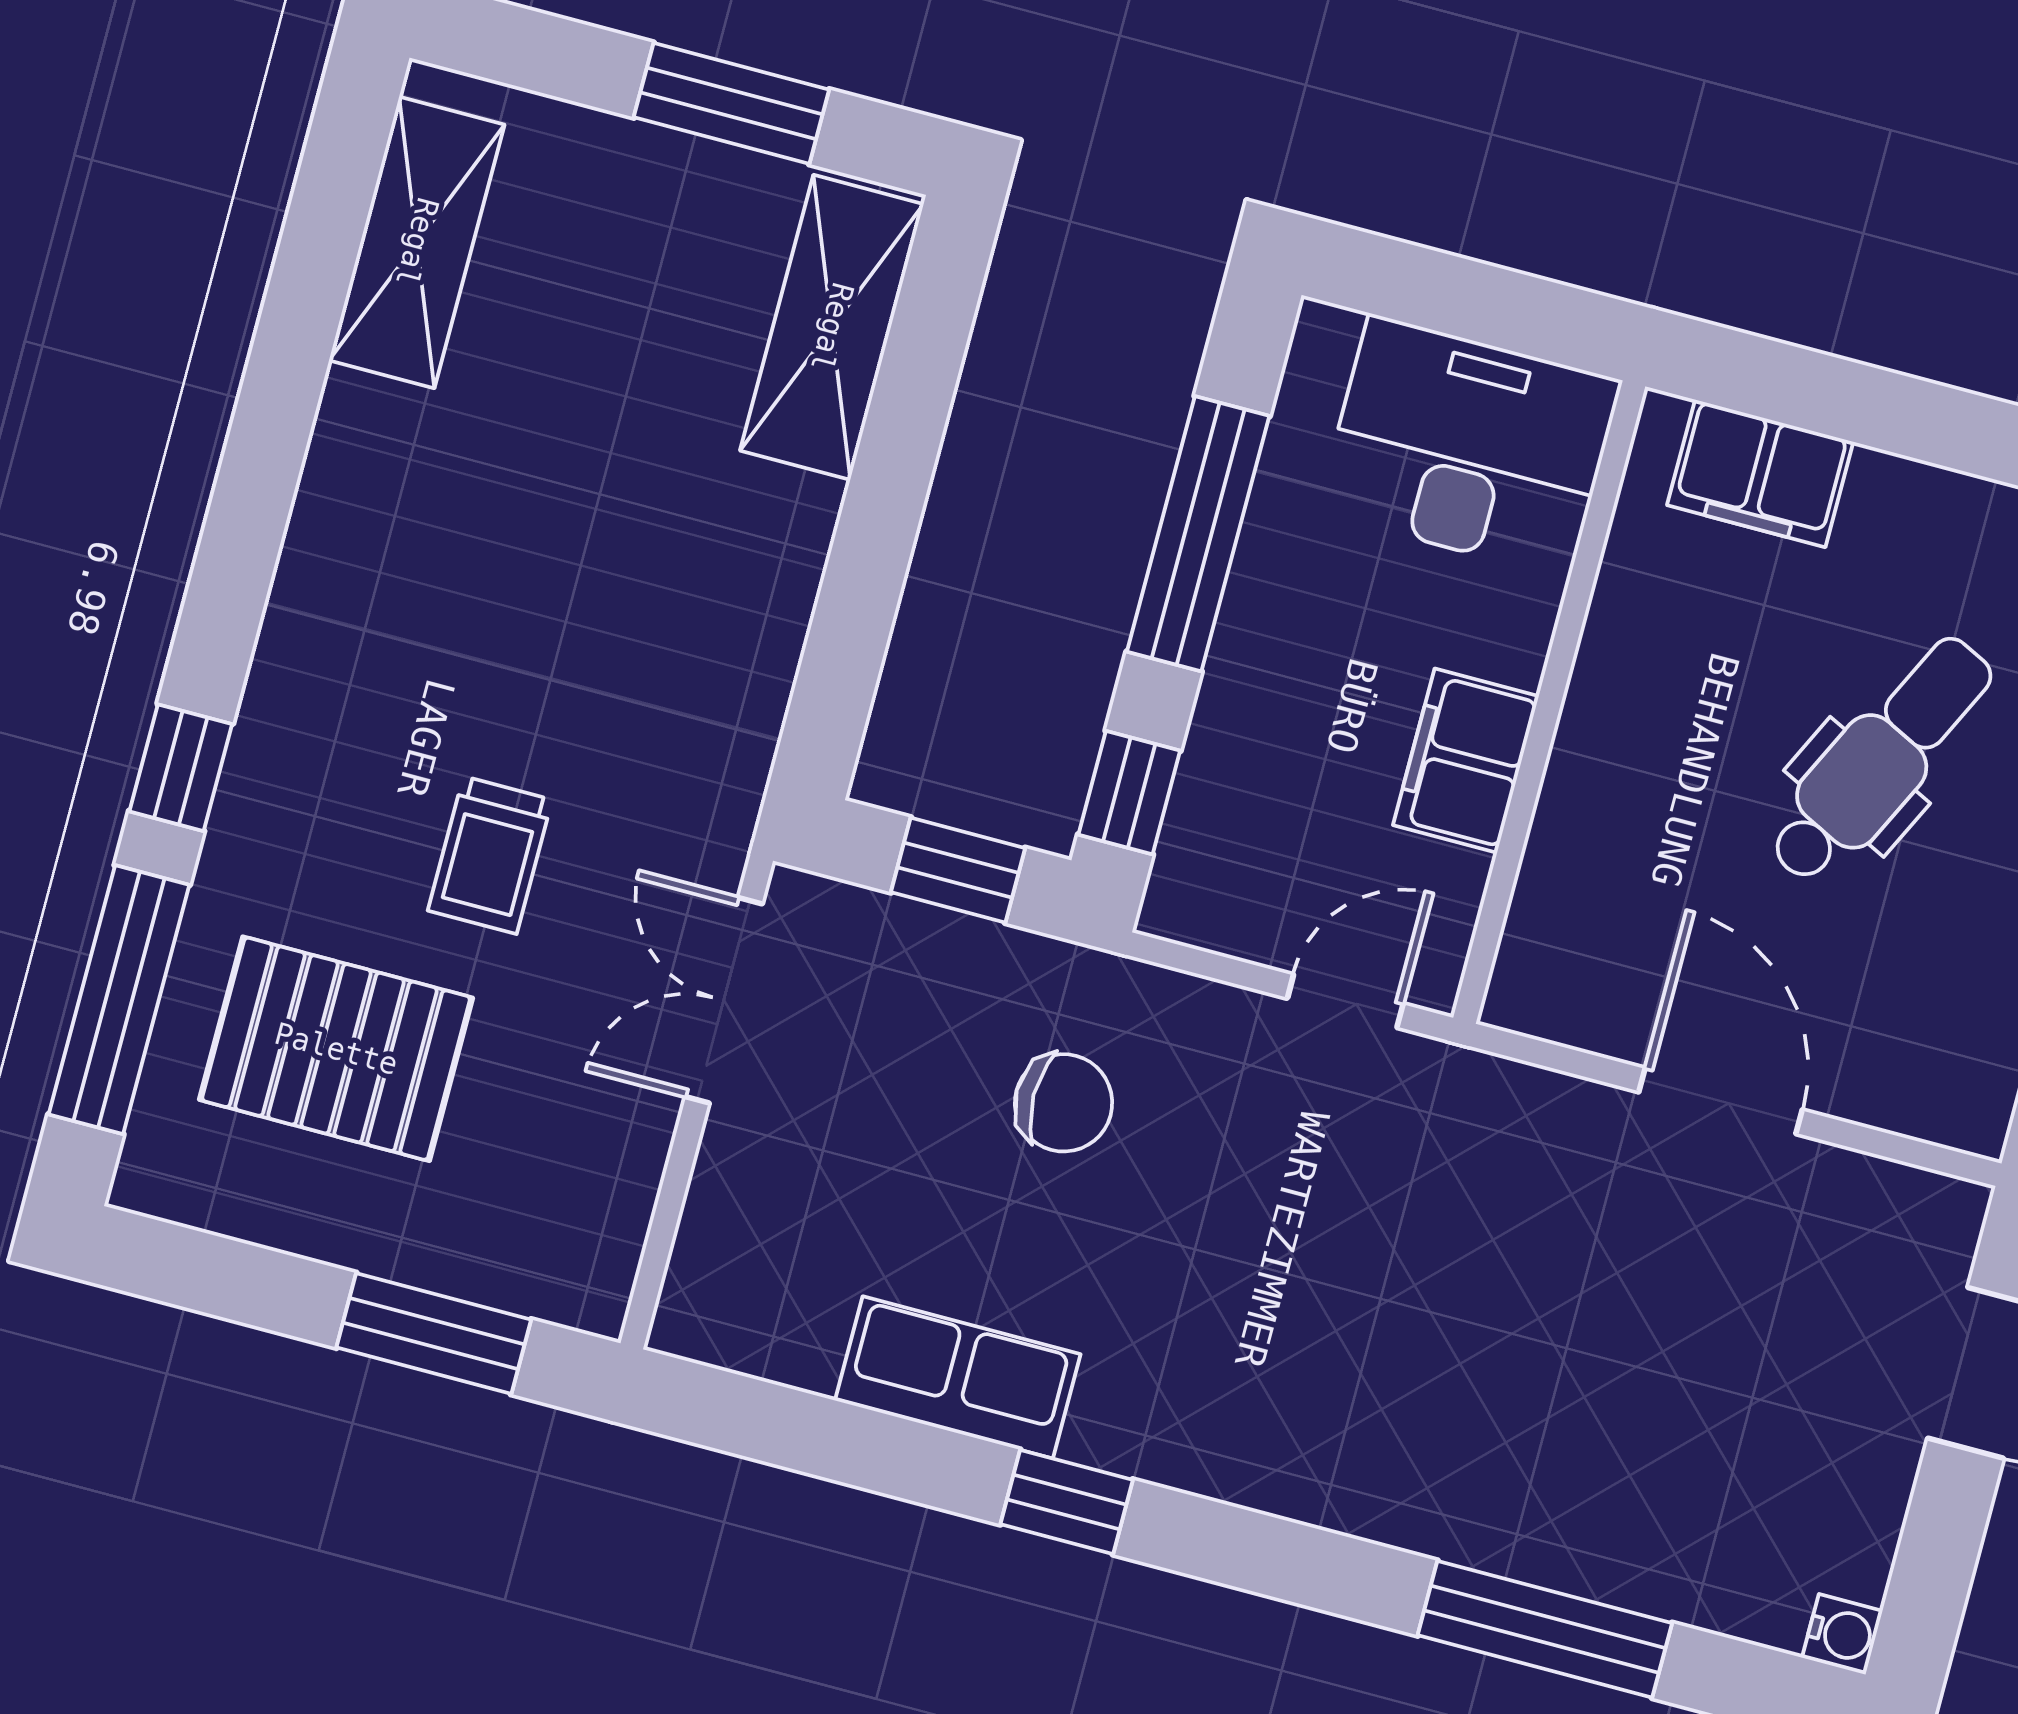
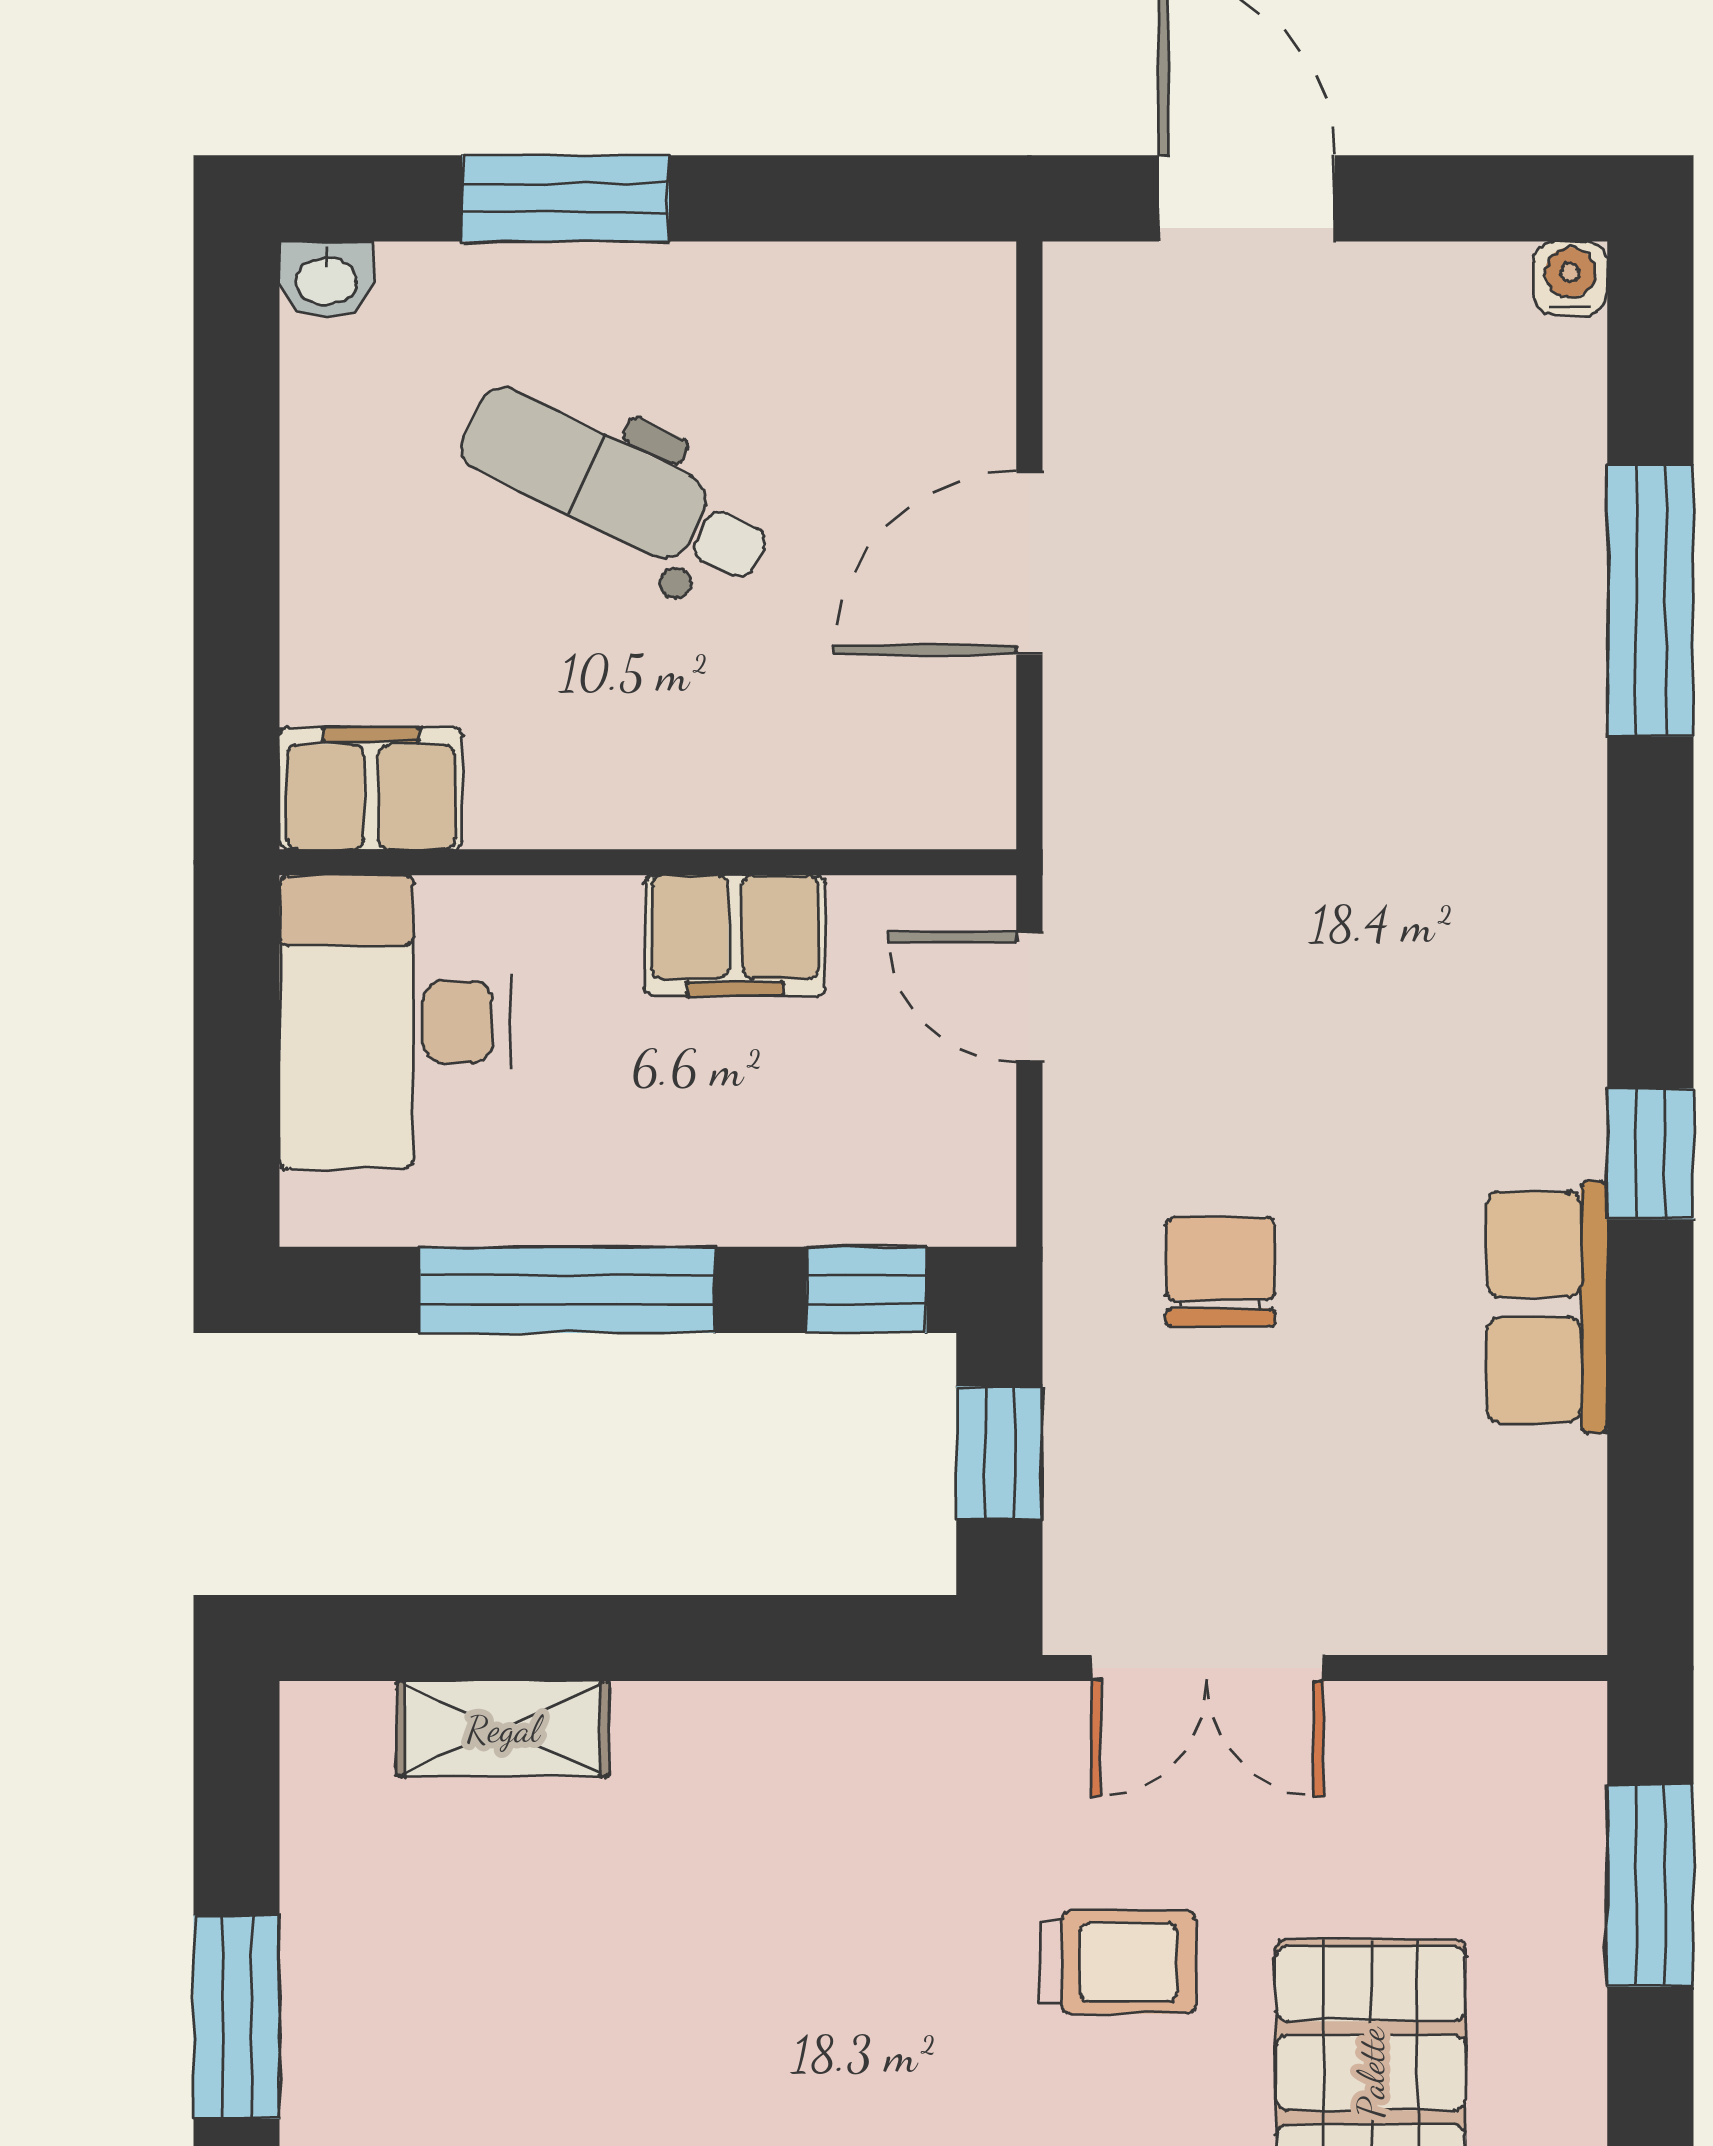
window: (731, 103) -> (237, 2017), moved
shelving: (832, 327) -> (503, 1729), width x0.67, depth x0.75
filing cabinet: (1760, 473) -> (371, 788), moved, turned -90

